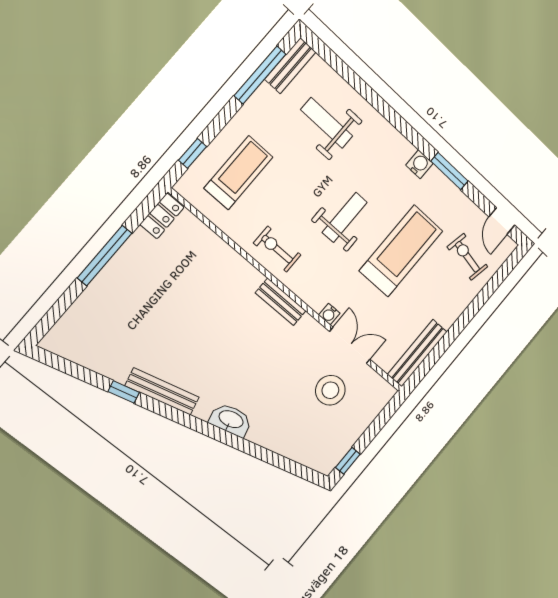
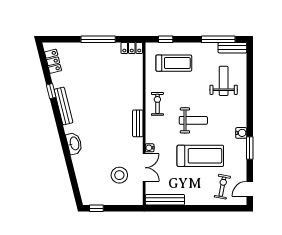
locker: (80, 353) -> (53, 61), added

